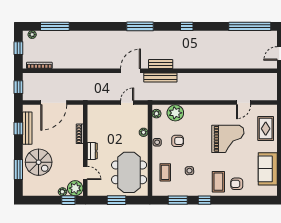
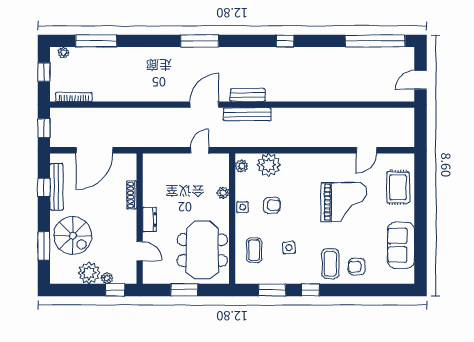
window: (140, 26) -> (200, 41), moved
plant: (75, 188) -> (89, 273), moved

